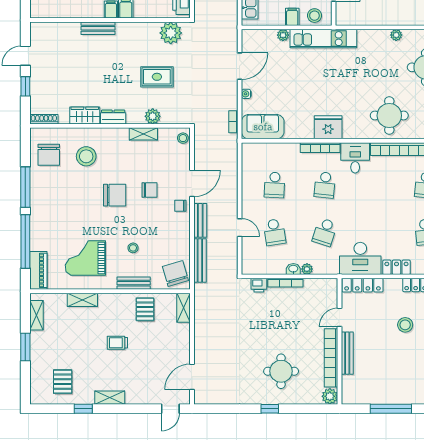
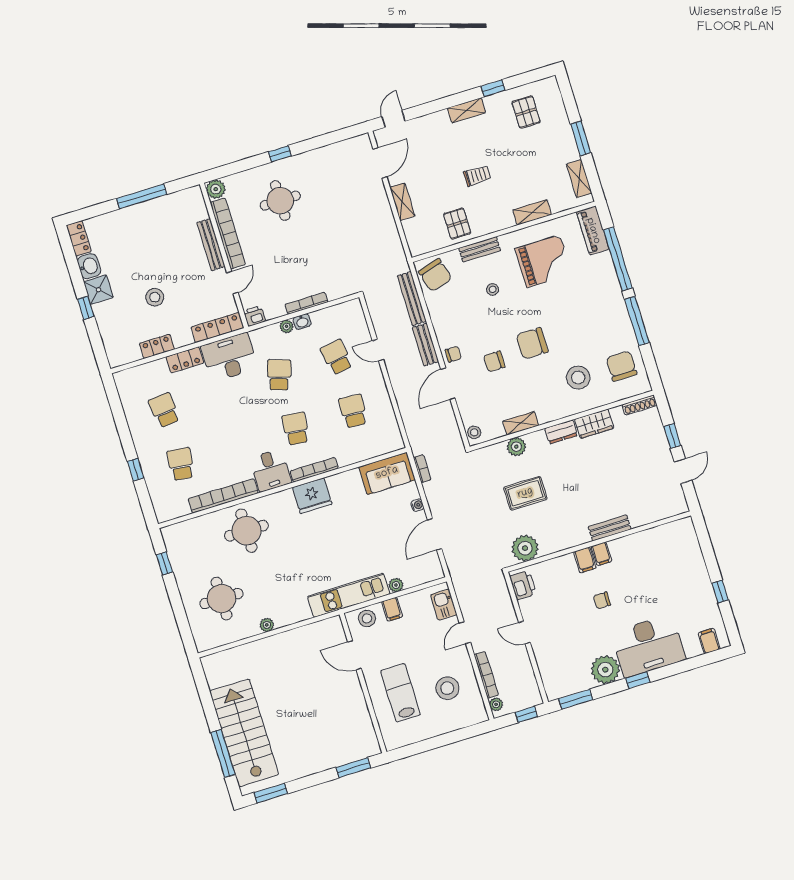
printer: (259, 285) -> (255, 316), moved
shelving: (184, 308) -> (402, 202), moved

